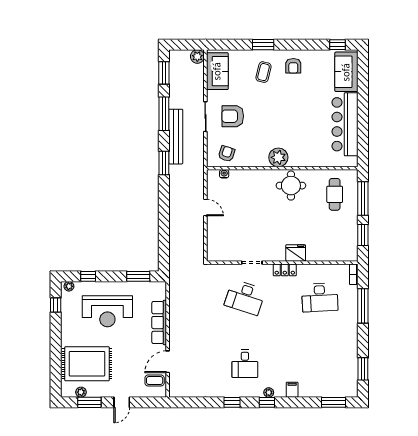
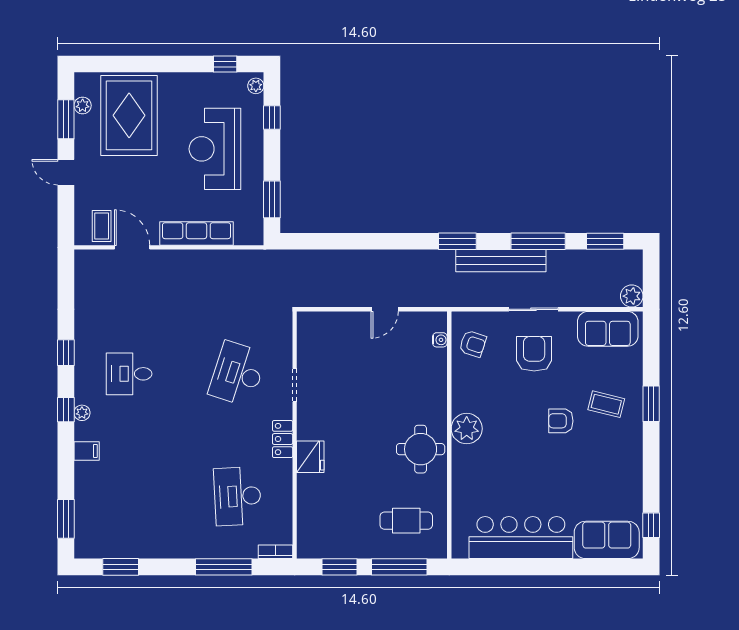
armchair: (293, 66) -> (561, 421), moved

